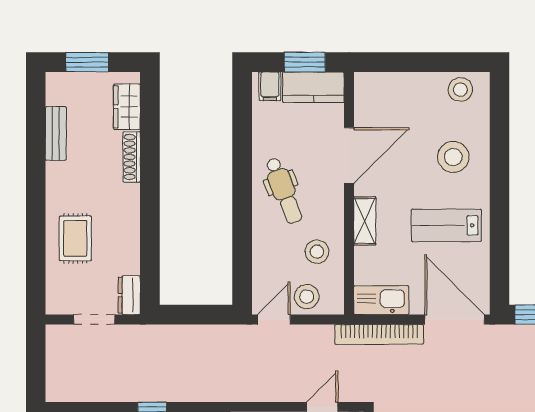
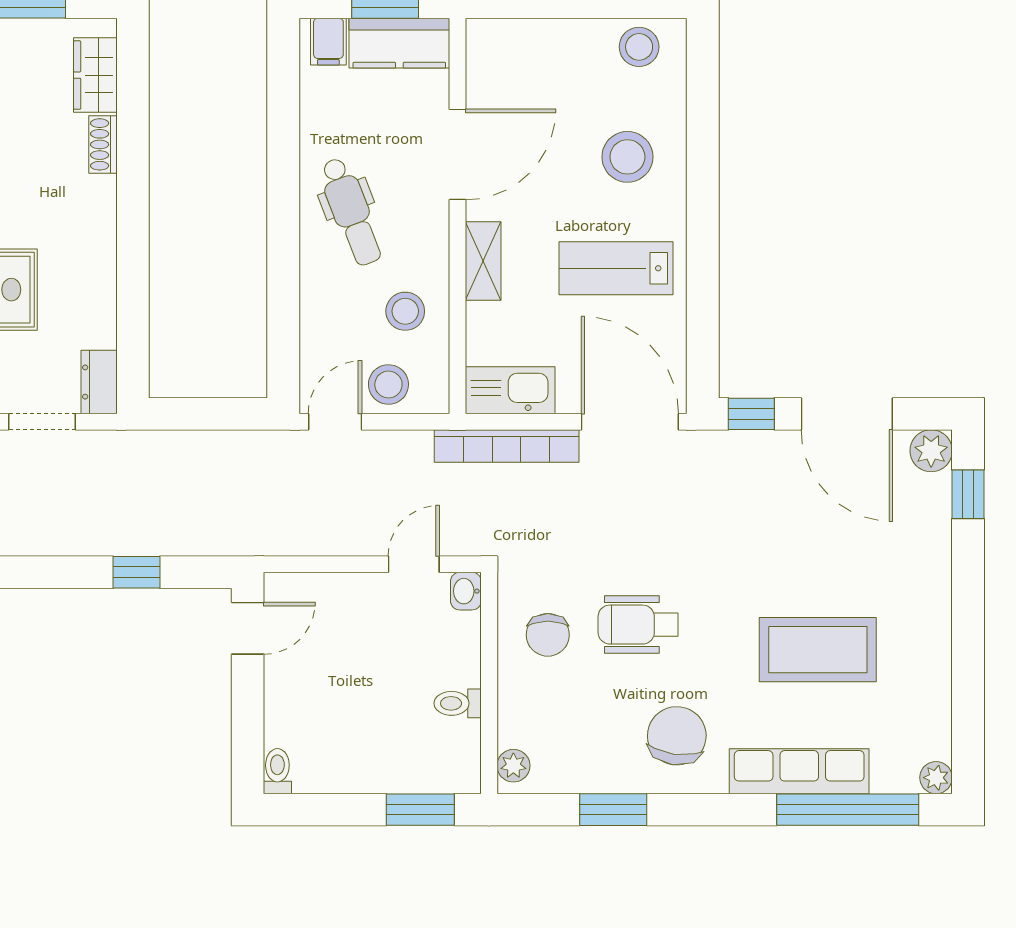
shoe rack: (132, 157) -> (103, 144), width x0.70

